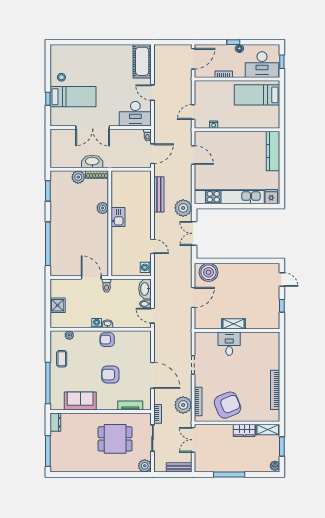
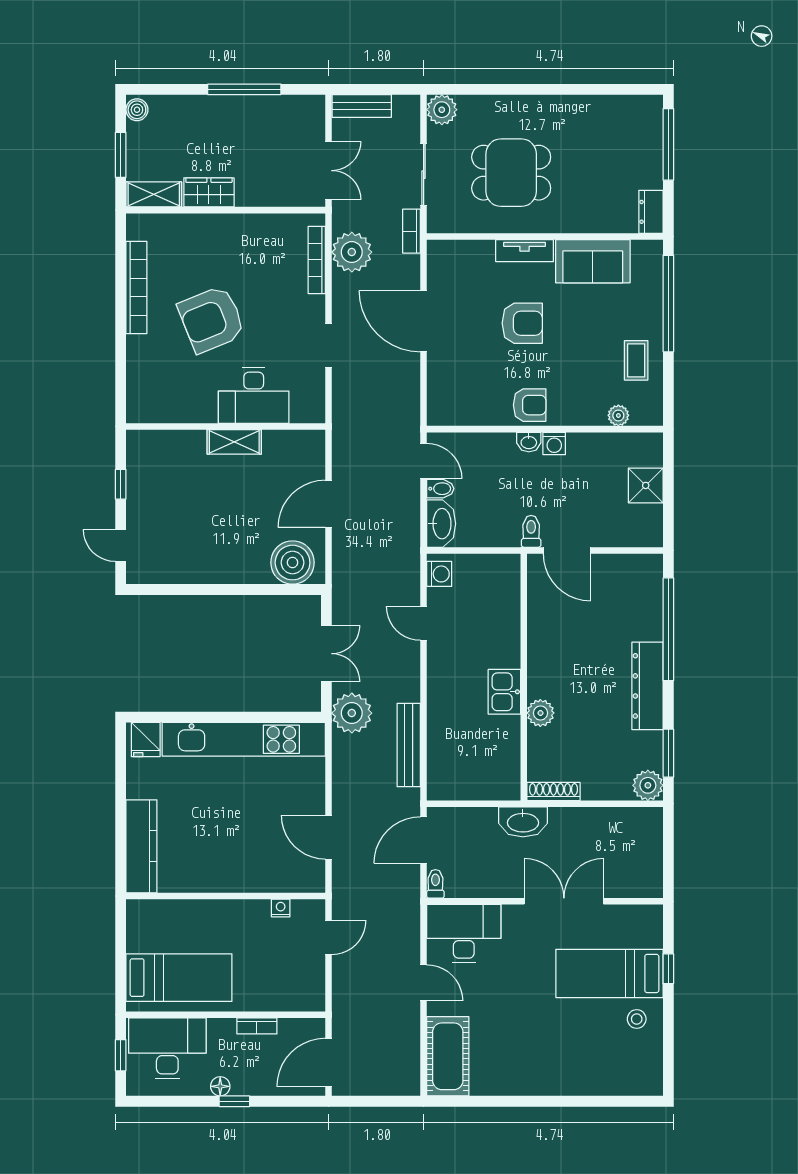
washbasin: (92, 161) -> (523, 822), moved
plant: (78, 177) -> (648, 785), moved
dresser: (57, 220) -> (647, 686), added
desk: (229, 344) -> (254, 396), width x1.37
armchair: (228, 405) -> (212, 319), moved
tv unit: (130, 406) -> (525, 251), moved

